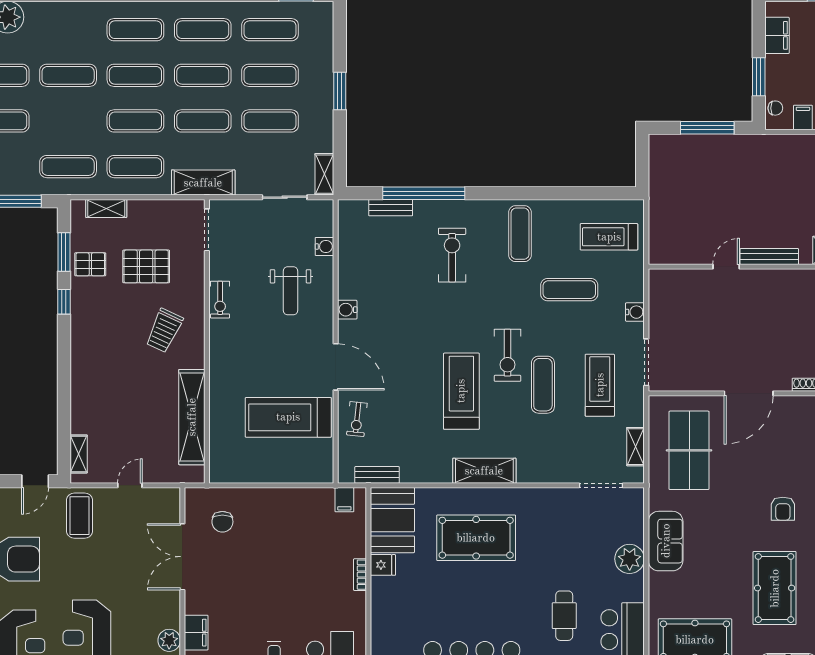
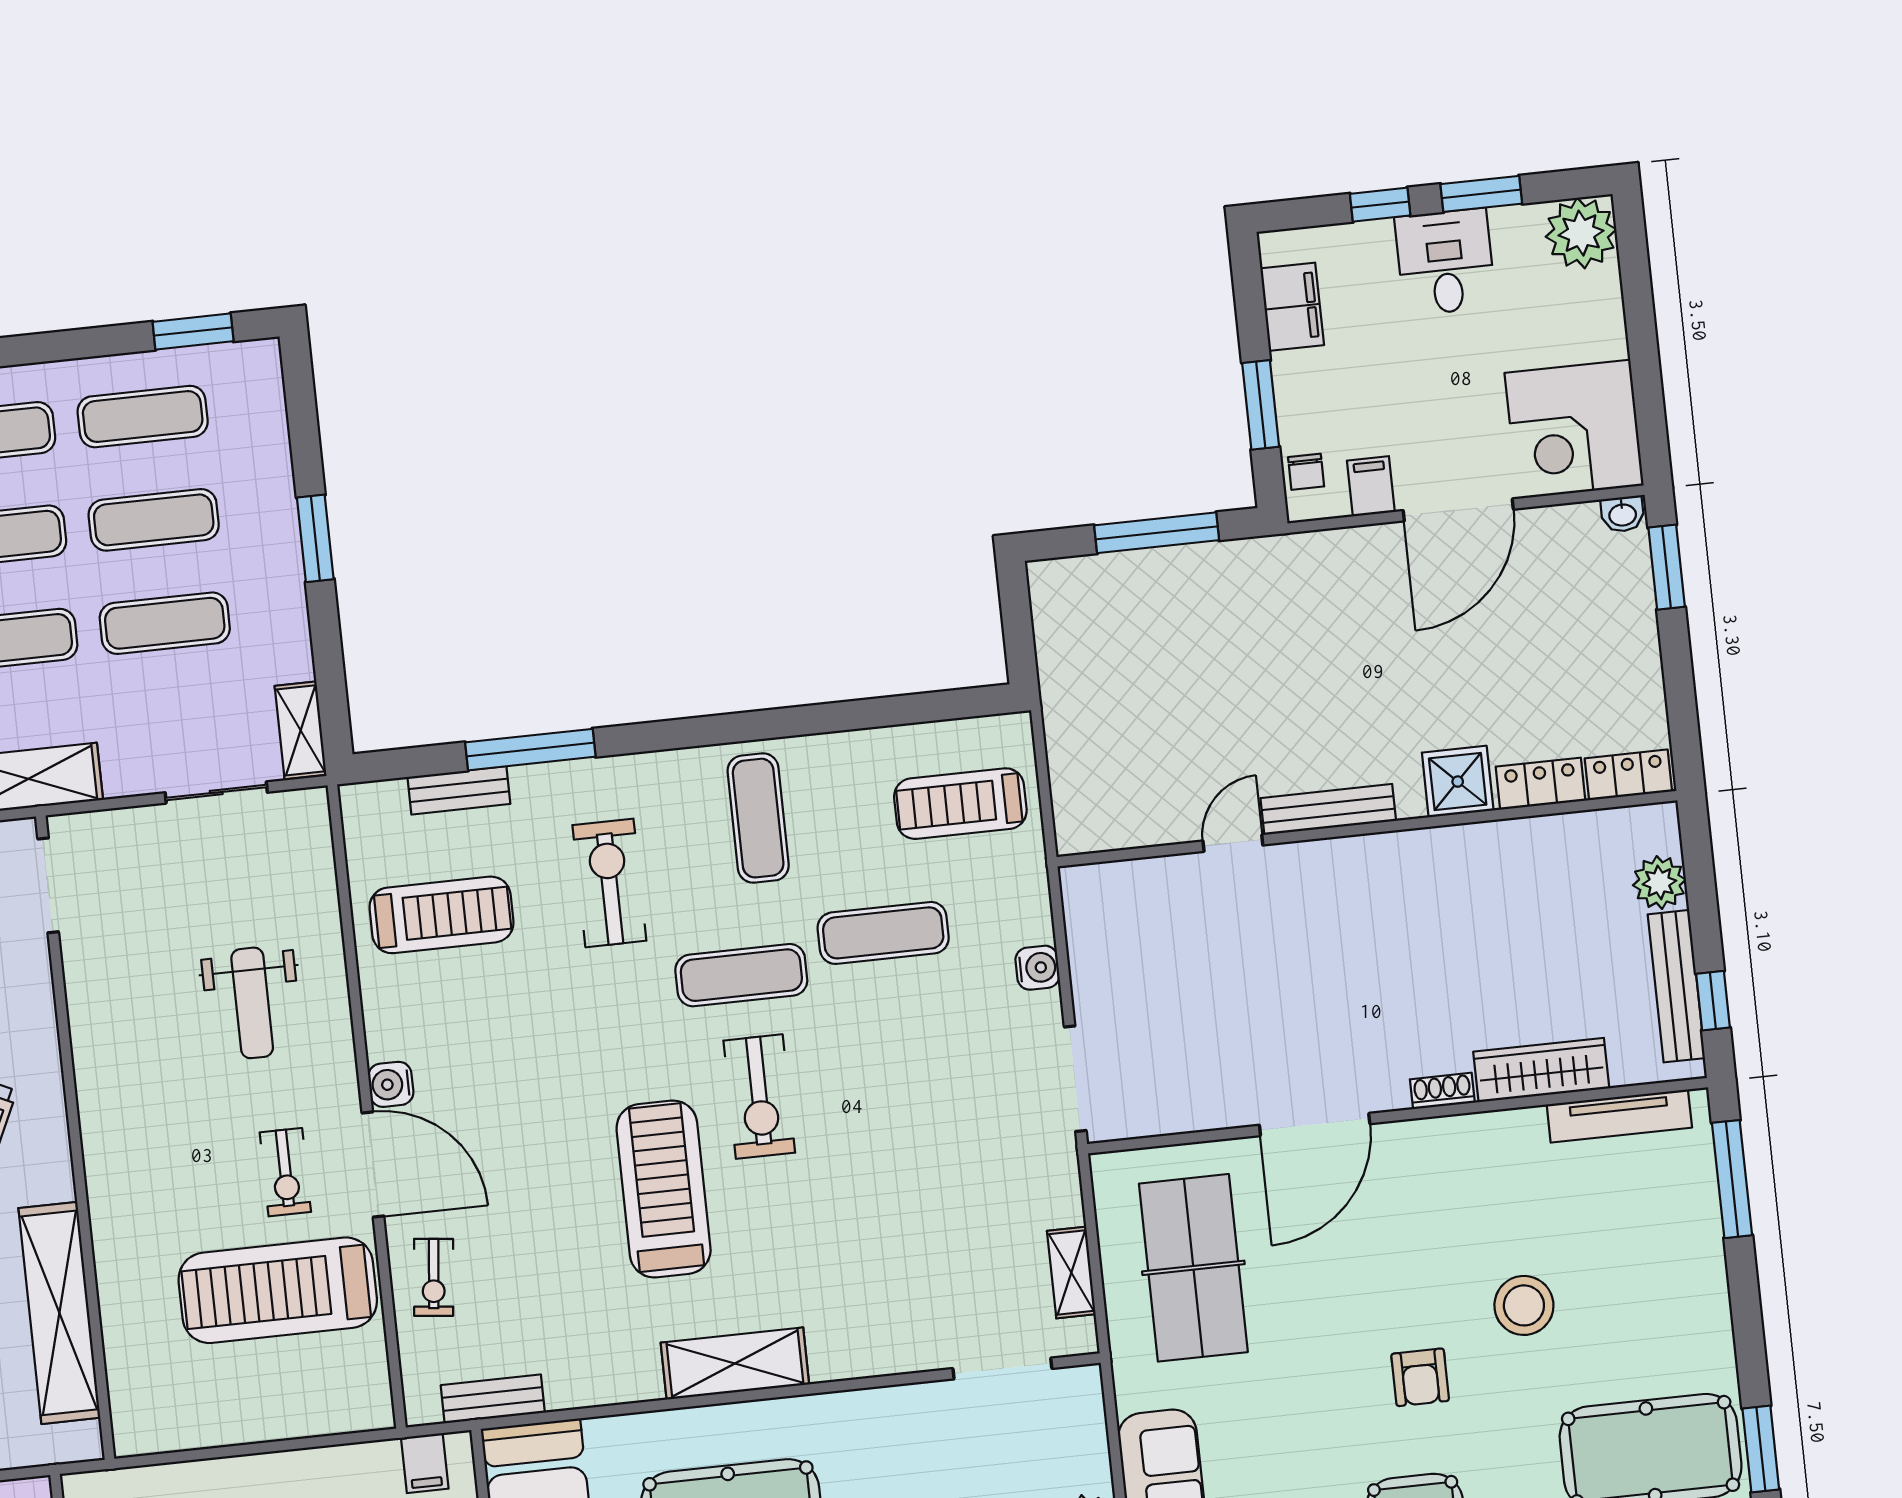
chair: (775, 108) -> (1306, 472), turned 90
window: (424, 193) -> (530, 750), width x0.68
water cooler: (324, 246) -> (318, 894), removed
exercise bike: (220, 300) -> (285, 1172), moved
water cooler: (347, 310) -> (391, 1084), moved
exercise mat: (543, 385) -> (741, 975), moved, turned 90
treadmill: (600, 385) -> (441, 915), moved, turned 90

